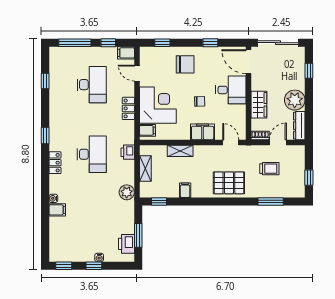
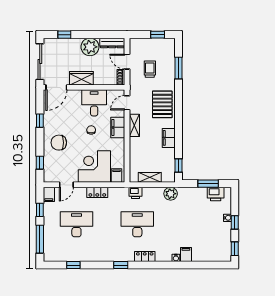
chair: (185, 64) -> (59, 143), turned -90
desk: (231, 90) -> (94, 103), moved
wardrobe: (259, 105) -> (81, 78), moved
shelving: (180, 151) -> (134, 125), moved
filing cabinet: (185, 190) -> (169, 138), width x2.00

